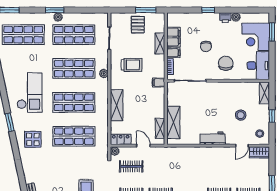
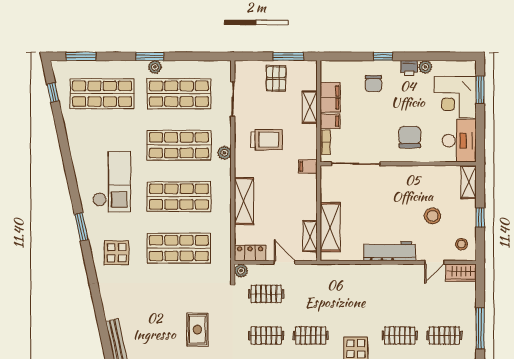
chair: (206, 46) -> (373, 84), moved
workbench: (213, 138) -> (390, 251), width x1.38

